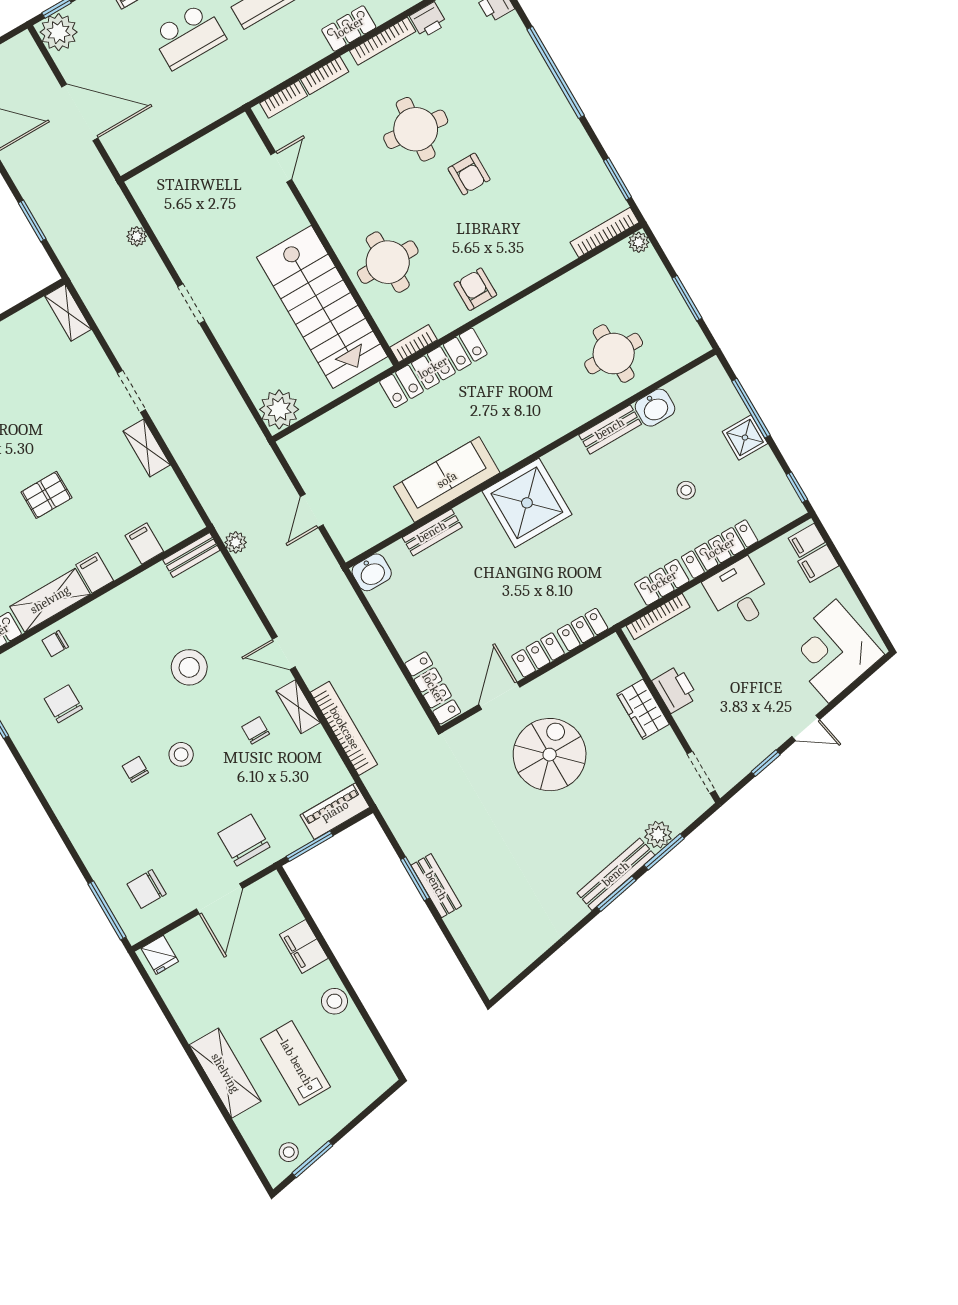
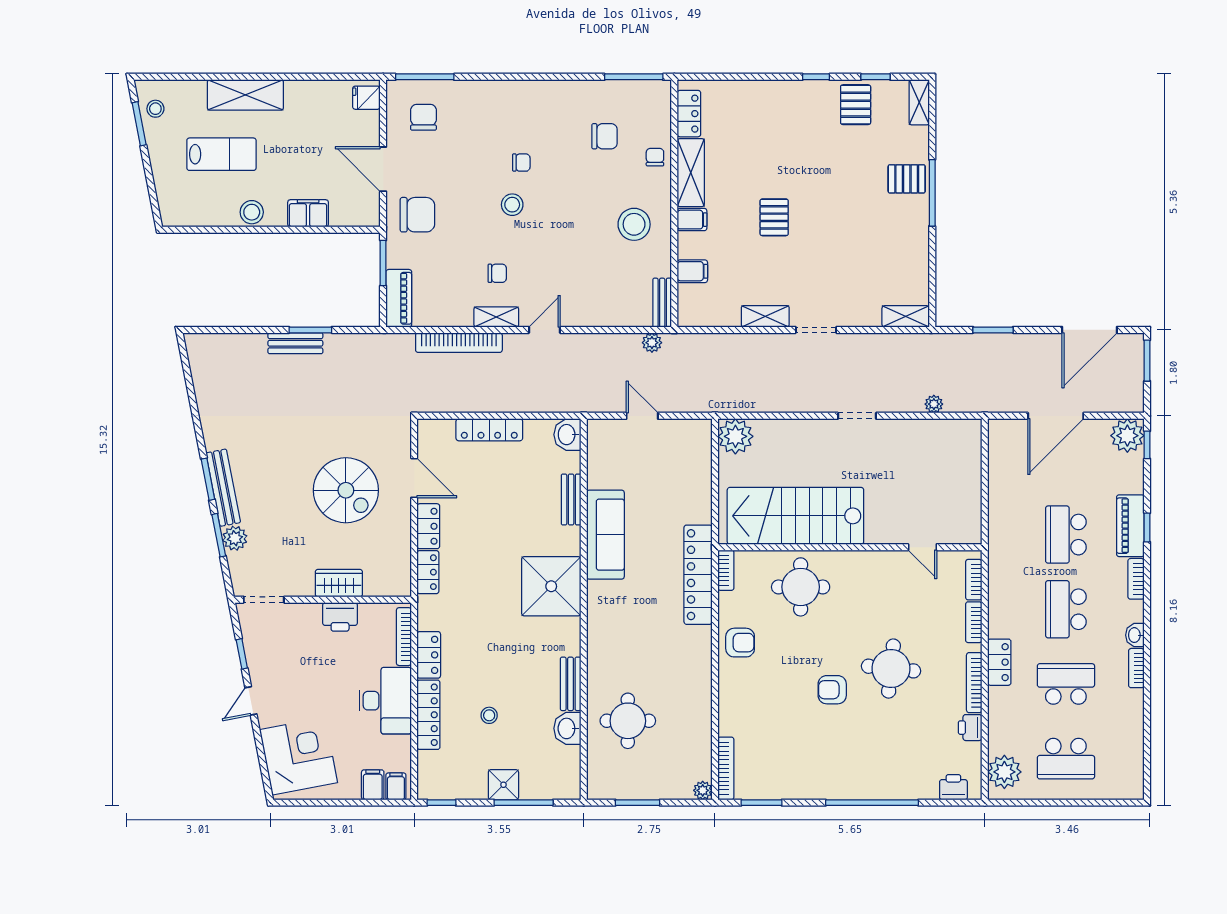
desk: (739, 594) -> (385, 701), width x1.37
stool: (189, 667) -> (634, 224), moved
locker: (433, 688) -> (489, 430), moved

